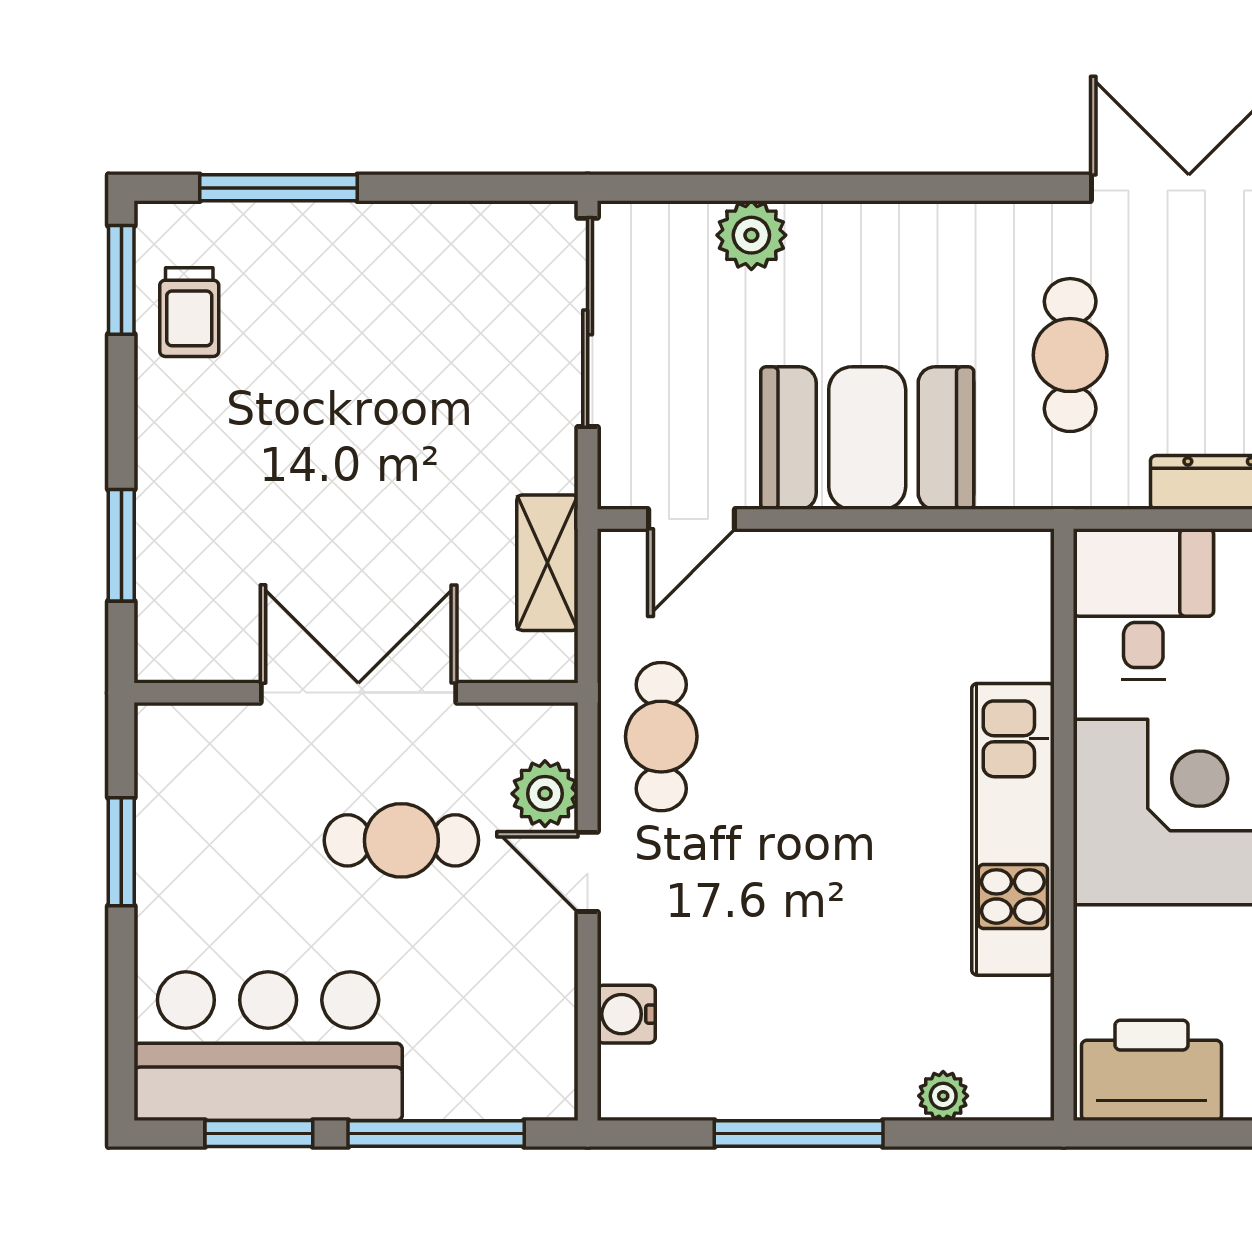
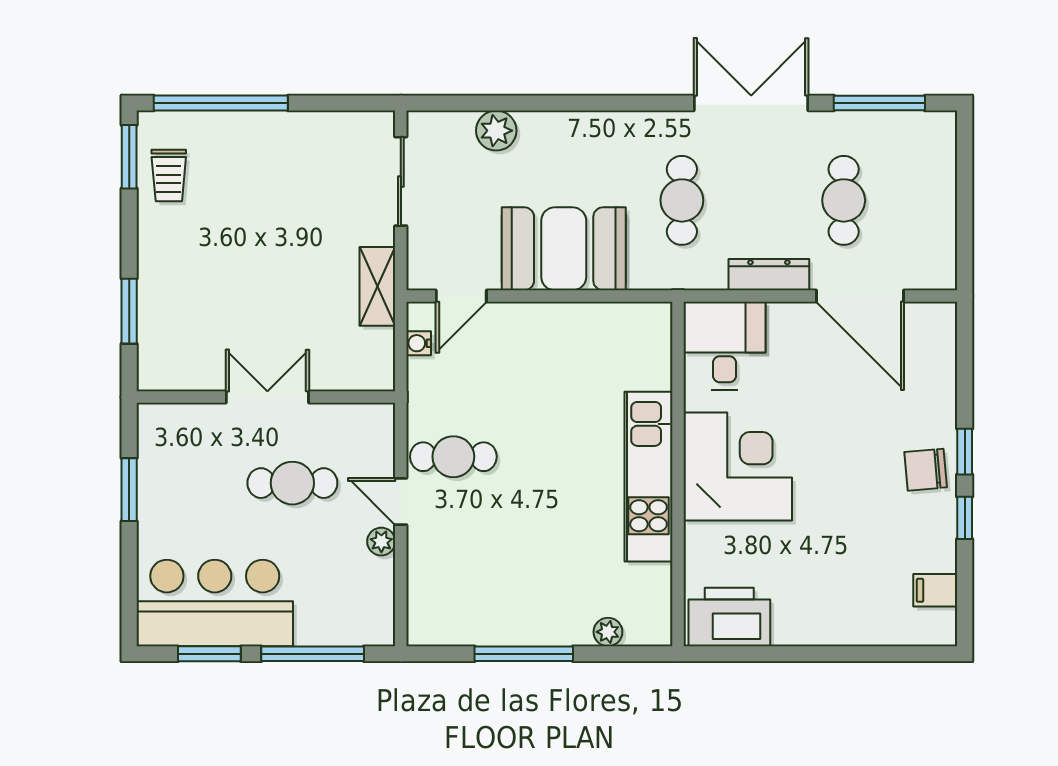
window: (278, 188) -> (221, 103), width x1.46
sliding door: (588, 322) -> (401, 181), width x0.73
shelving: (547, 563) -> (377, 286), moved
double door: (358, 693) -> (267, 397), width x0.73
cafe table: (661, 737) -> (453, 457), moved, turned 90
plant: (545, 794) -> (381, 542), moved, width x0.73, depth x0.73
water cooler: (626, 1014) -> (419, 343), moved, width x0.72, depth x0.72

